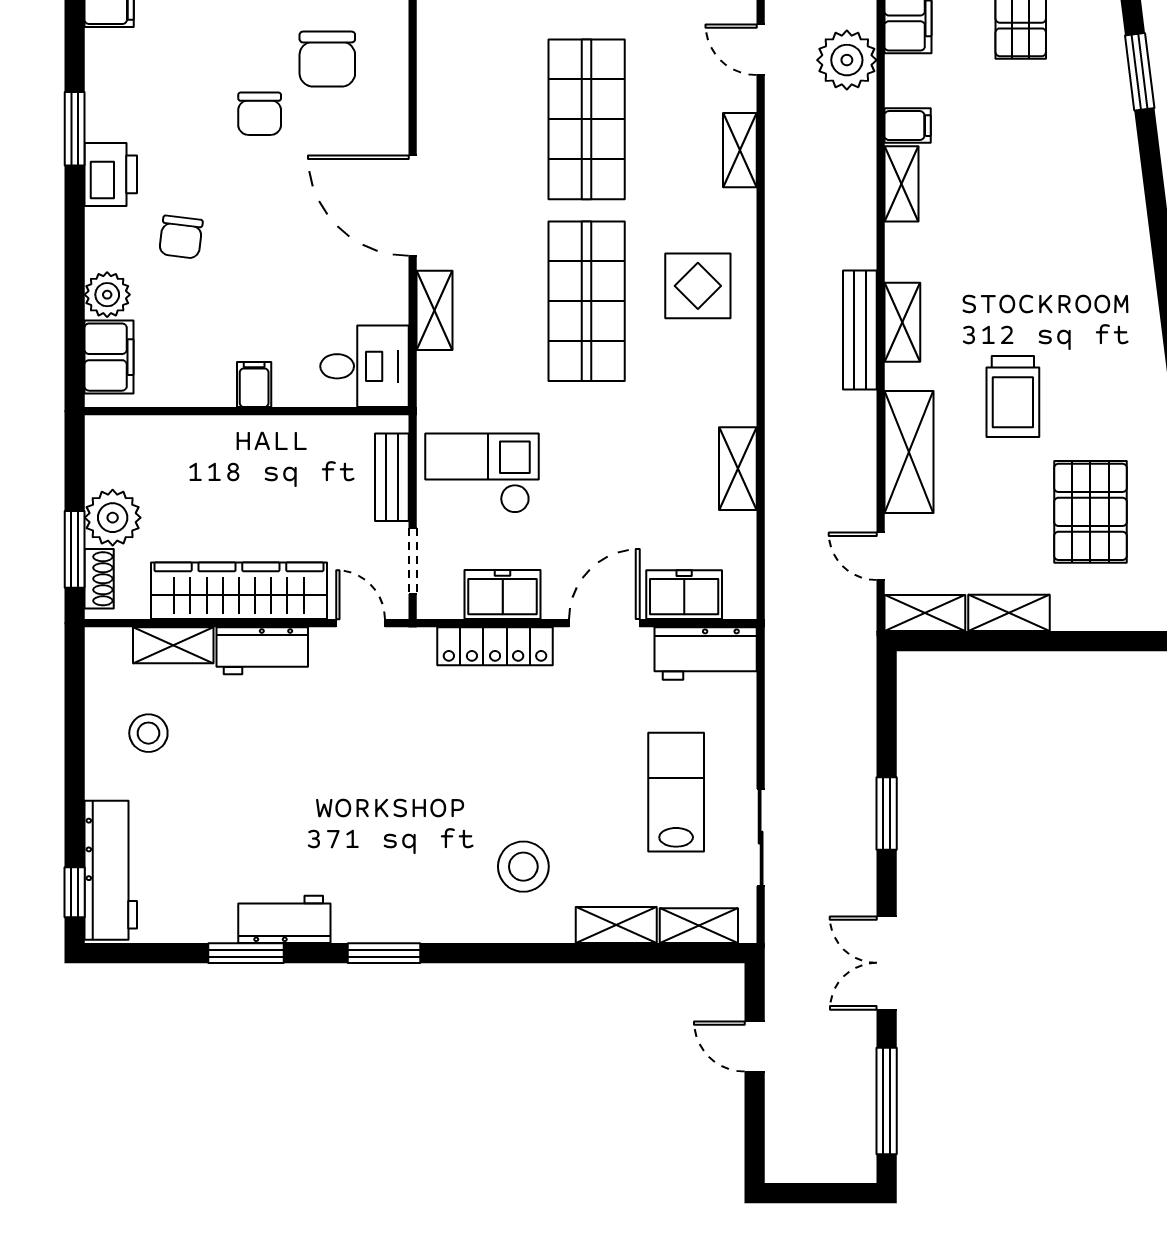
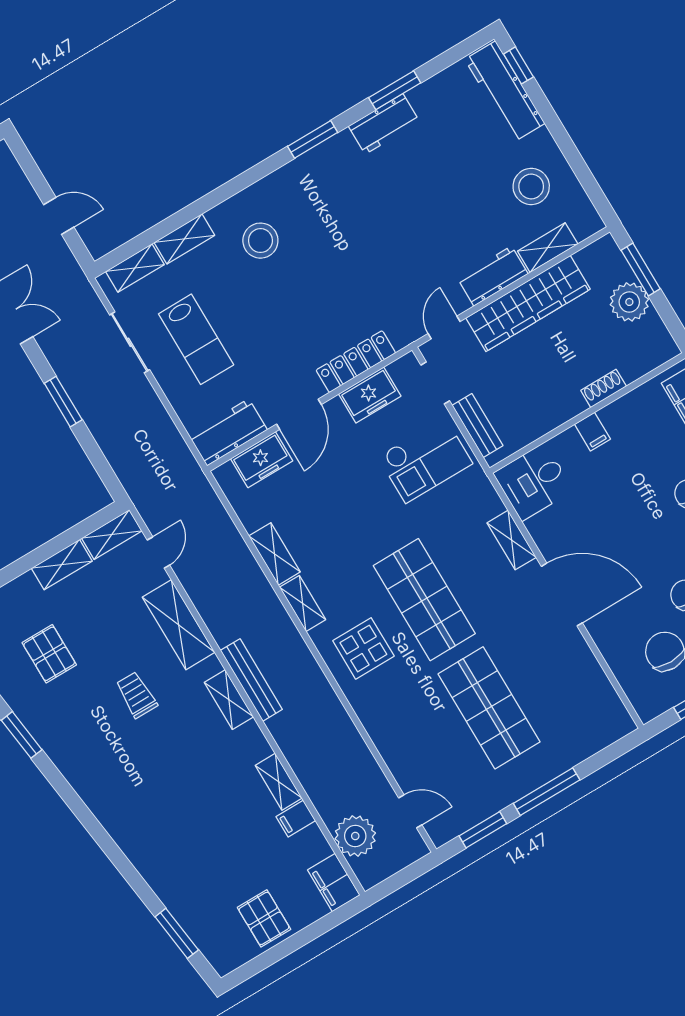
shelving: (740, 150) -> (303, 603), moved
trolley: (1013, 397) -> (136, 695), width x0.73, depth x0.72
pallet: (1090, 512) -> (49, 654), width x0.67, depth x0.71
door: (881, 556) -> (158, 553), hinge flipped
shoe rack: (99, 579) -> (604, 388), moved, turned 90
door: (361, 623) -> (444, 327), swing flipped
stool: (148, 733) -> (531, 186), width x1.38, depth x1.38

